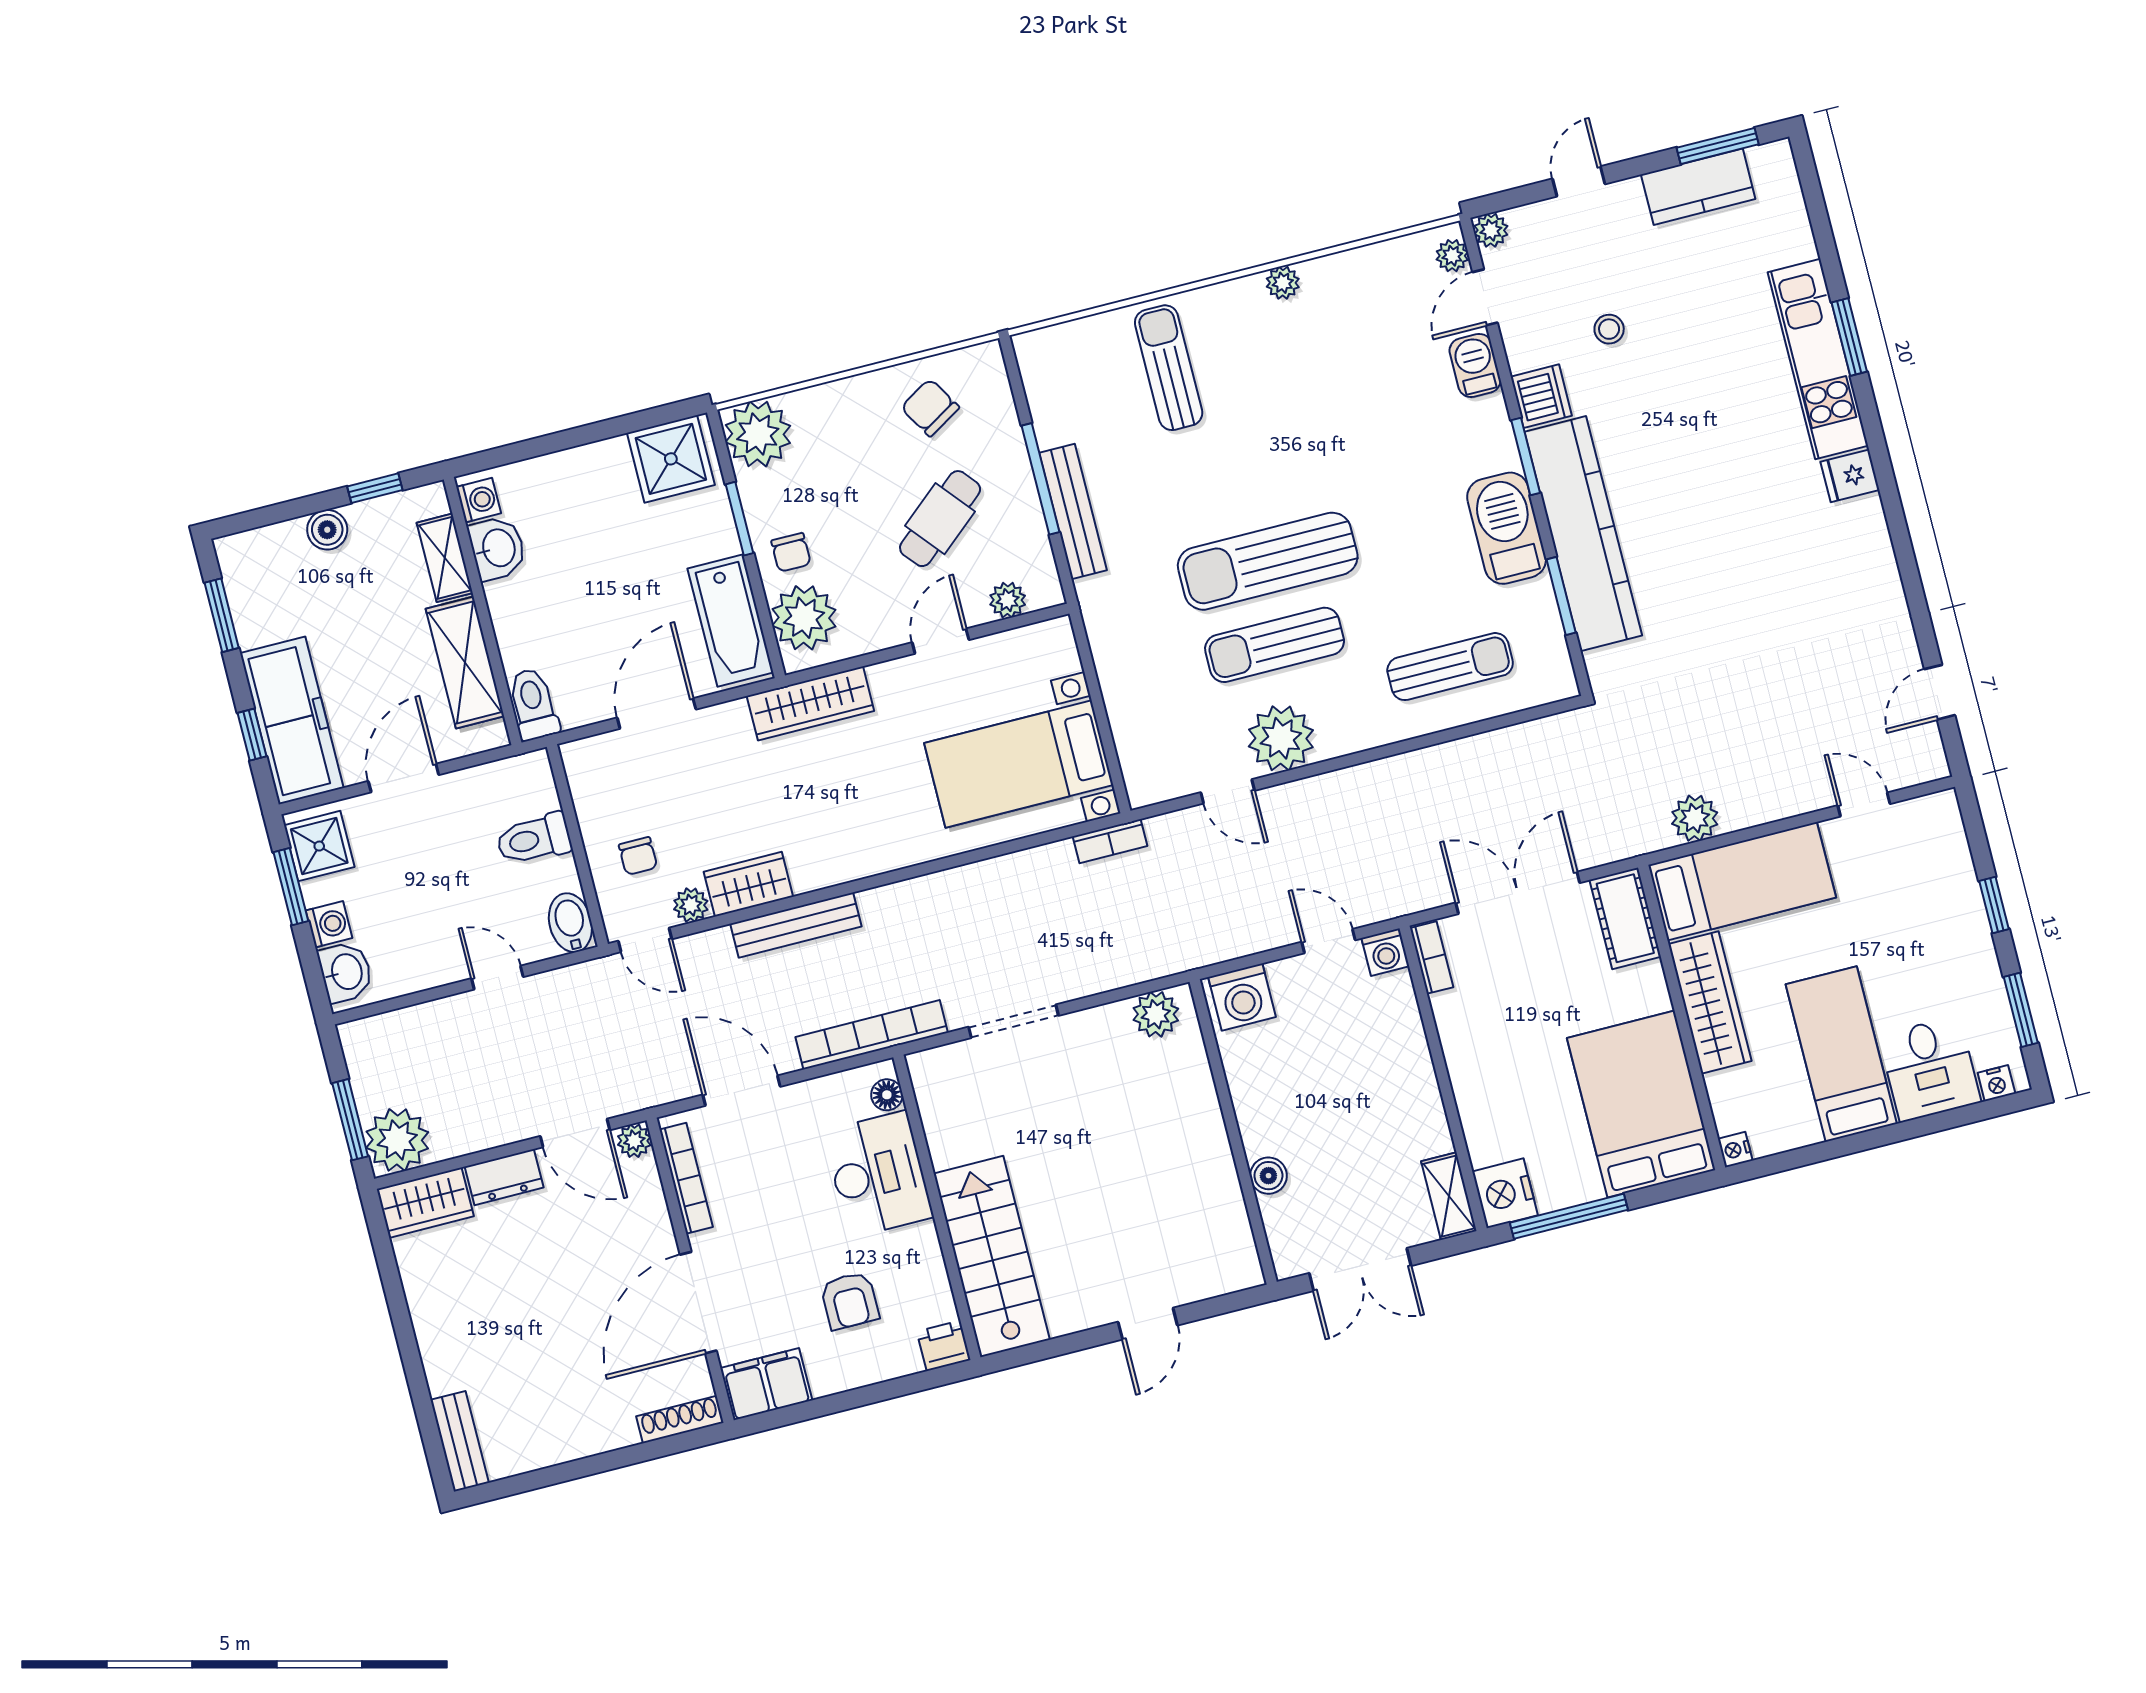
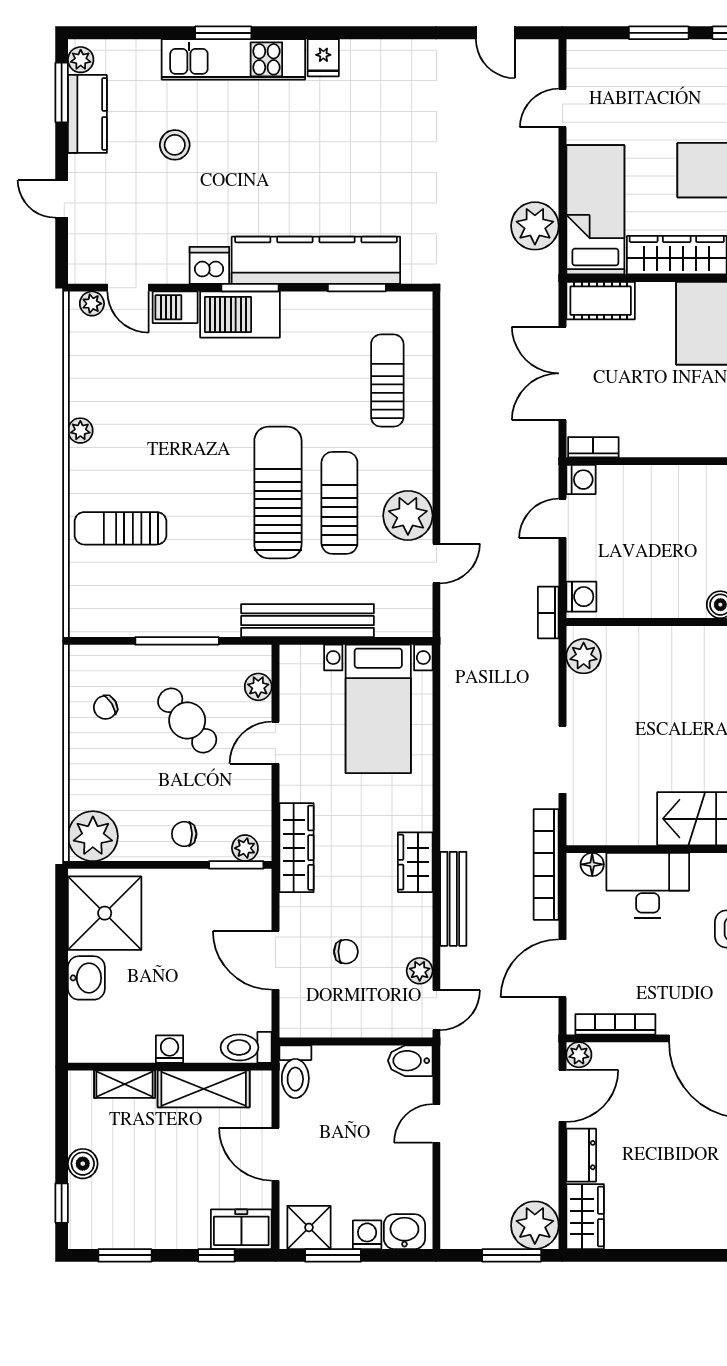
plant: (1491, 230) -> (81, 60), moved
stool: (1609, 329) -> (175, 145), moved, width x1.37, depth x1.37
chair: (930, 408) -> (105, 707), width x0.73, depth x0.73
shower: (671, 459) -> (105, 913), width x1.37, depth x1.37
window: (375, 488) -> (62, 1203), moved
washing machine: (479, 500) -> (170, 1049), moved
bench: (1073, 511) -> (308, 621), moved, width x1.37, depth x1.21
window: (740, 519) -> (236, 865), moved
barbecue: (1507, 528) -> (240, 314), moved
washbasin: (497, 548) -> (86, 978), moved, turned 90
chair: (791, 552) -> (184, 834), turned 180
sun lounger: (1268, 561) -> (278, 492), turned 180
plant: (804, 618) -> (245, 848), width x0.53, depth x0.53
bathtub: (730, 620) -> (222, 890), removed
door: (941, 641) -> (275, 743), hinge flipped
sun lounger: (1275, 645) -> (339, 503), turned 180
freezer: (292, 720) -> (241, 1229), width x0.52, depth x0.79
plant: (1695, 818) -> (535, 226), width x1.36, depth x1.36
toilet: (534, 839) -> (295, 1072), moved
bookcase: (1110, 841) -> (548, 613), moved, turned 180
chair: (638, 856) -> (346, 952), moved
wardrobe: (748, 884) -> (415, 862), moved
window: (1994, 905) -> (659, 33), width x1.50
washing machine: (1242, 997) -> (581, 597), width x0.73, depth x0.73

